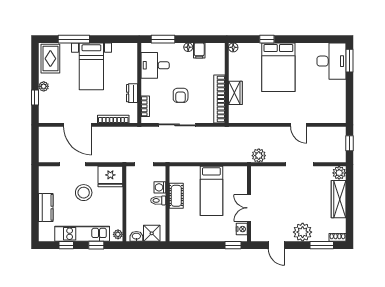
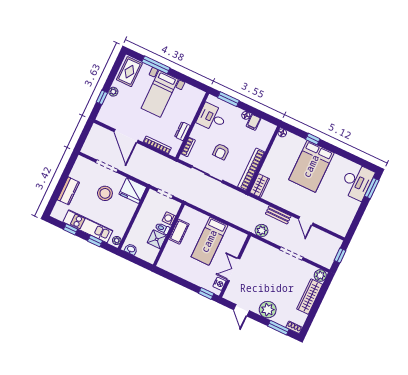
wardrobe: (235, 93) -> (260, 186), moved
bench: (268, 132) -> (278, 215), added
shower: (152, 233) -> (157, 239), moved

